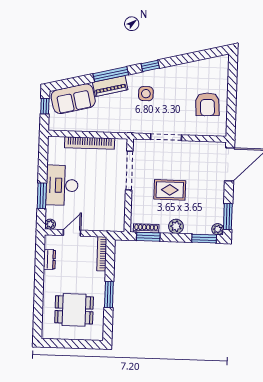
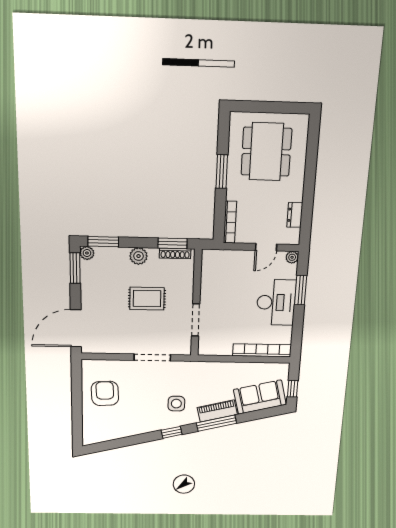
bookcase: (90, 143) -> (262, 350), moved
doorway: (129, 170) -> (196, 320), width x0.73
dining table: (74, 310) -> (266, 152), width x1.37

